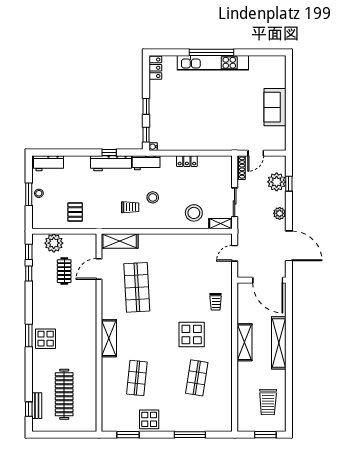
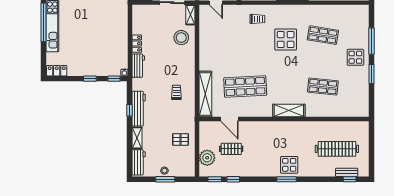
shelving: (77, 161) -> (137, 138), added
workbench: (146, 163) -> (138, 66), moved
stool: (153, 197) -> (168, 73), removed
shelving: (120, 241) -> (205, 94), width x1.47
display table: (149, 419) -> (355, 57), moved
window: (128, 435) -> (372, 74), moved

